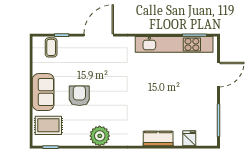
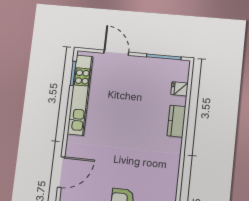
door: (99, 35) -> (61, 172), swing flipped
plant: (100, 136) -> (167, 183), removed

